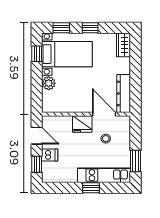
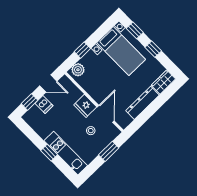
window: (37, 54) -> (82, 50), moved
plant: (49, 83) -> (78, 70), moved
dresser: (124, 93) -> (142, 103), moved
door: (37, 136) -> (48, 84), hinge flipped
window: (136, 161) -> (109, 151), moved

